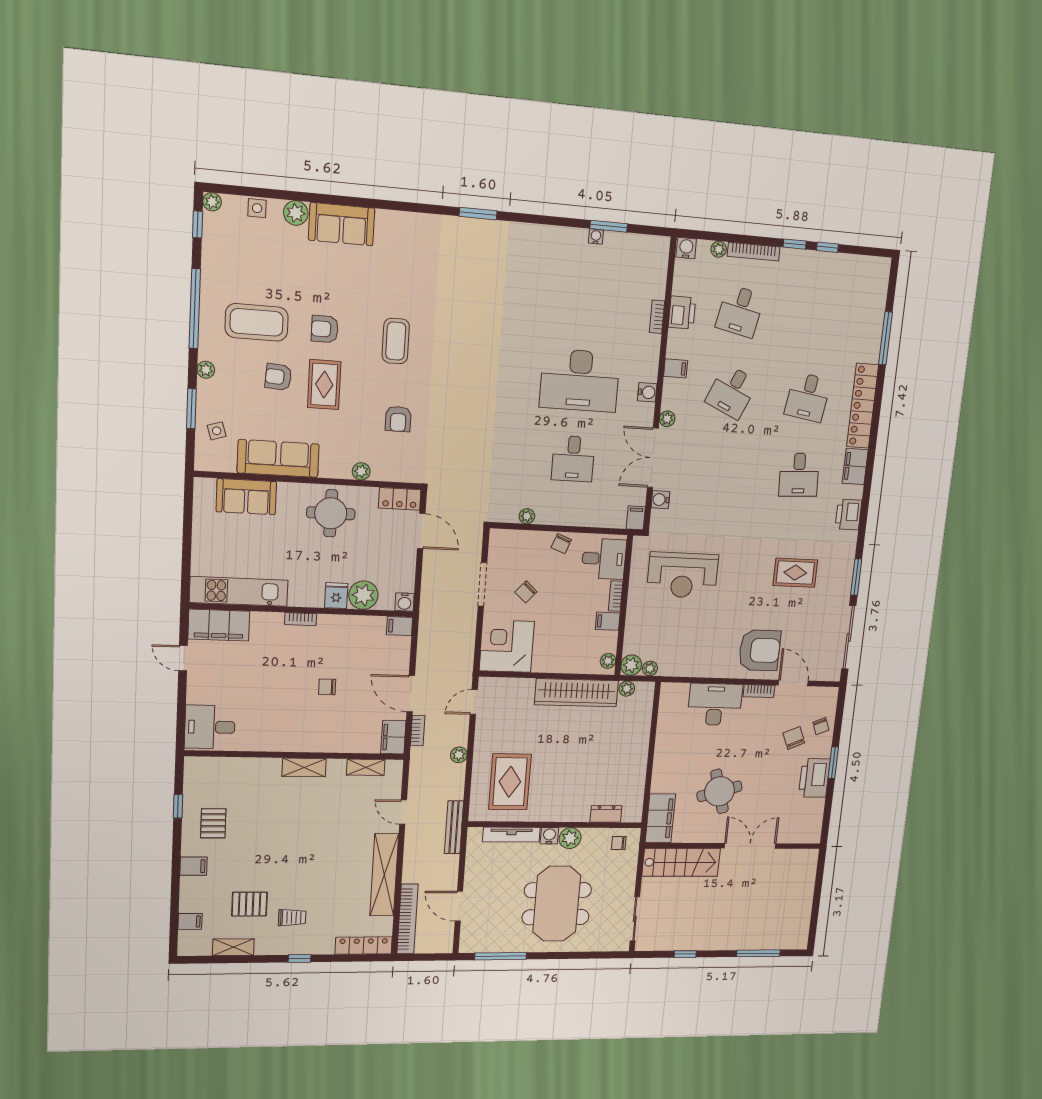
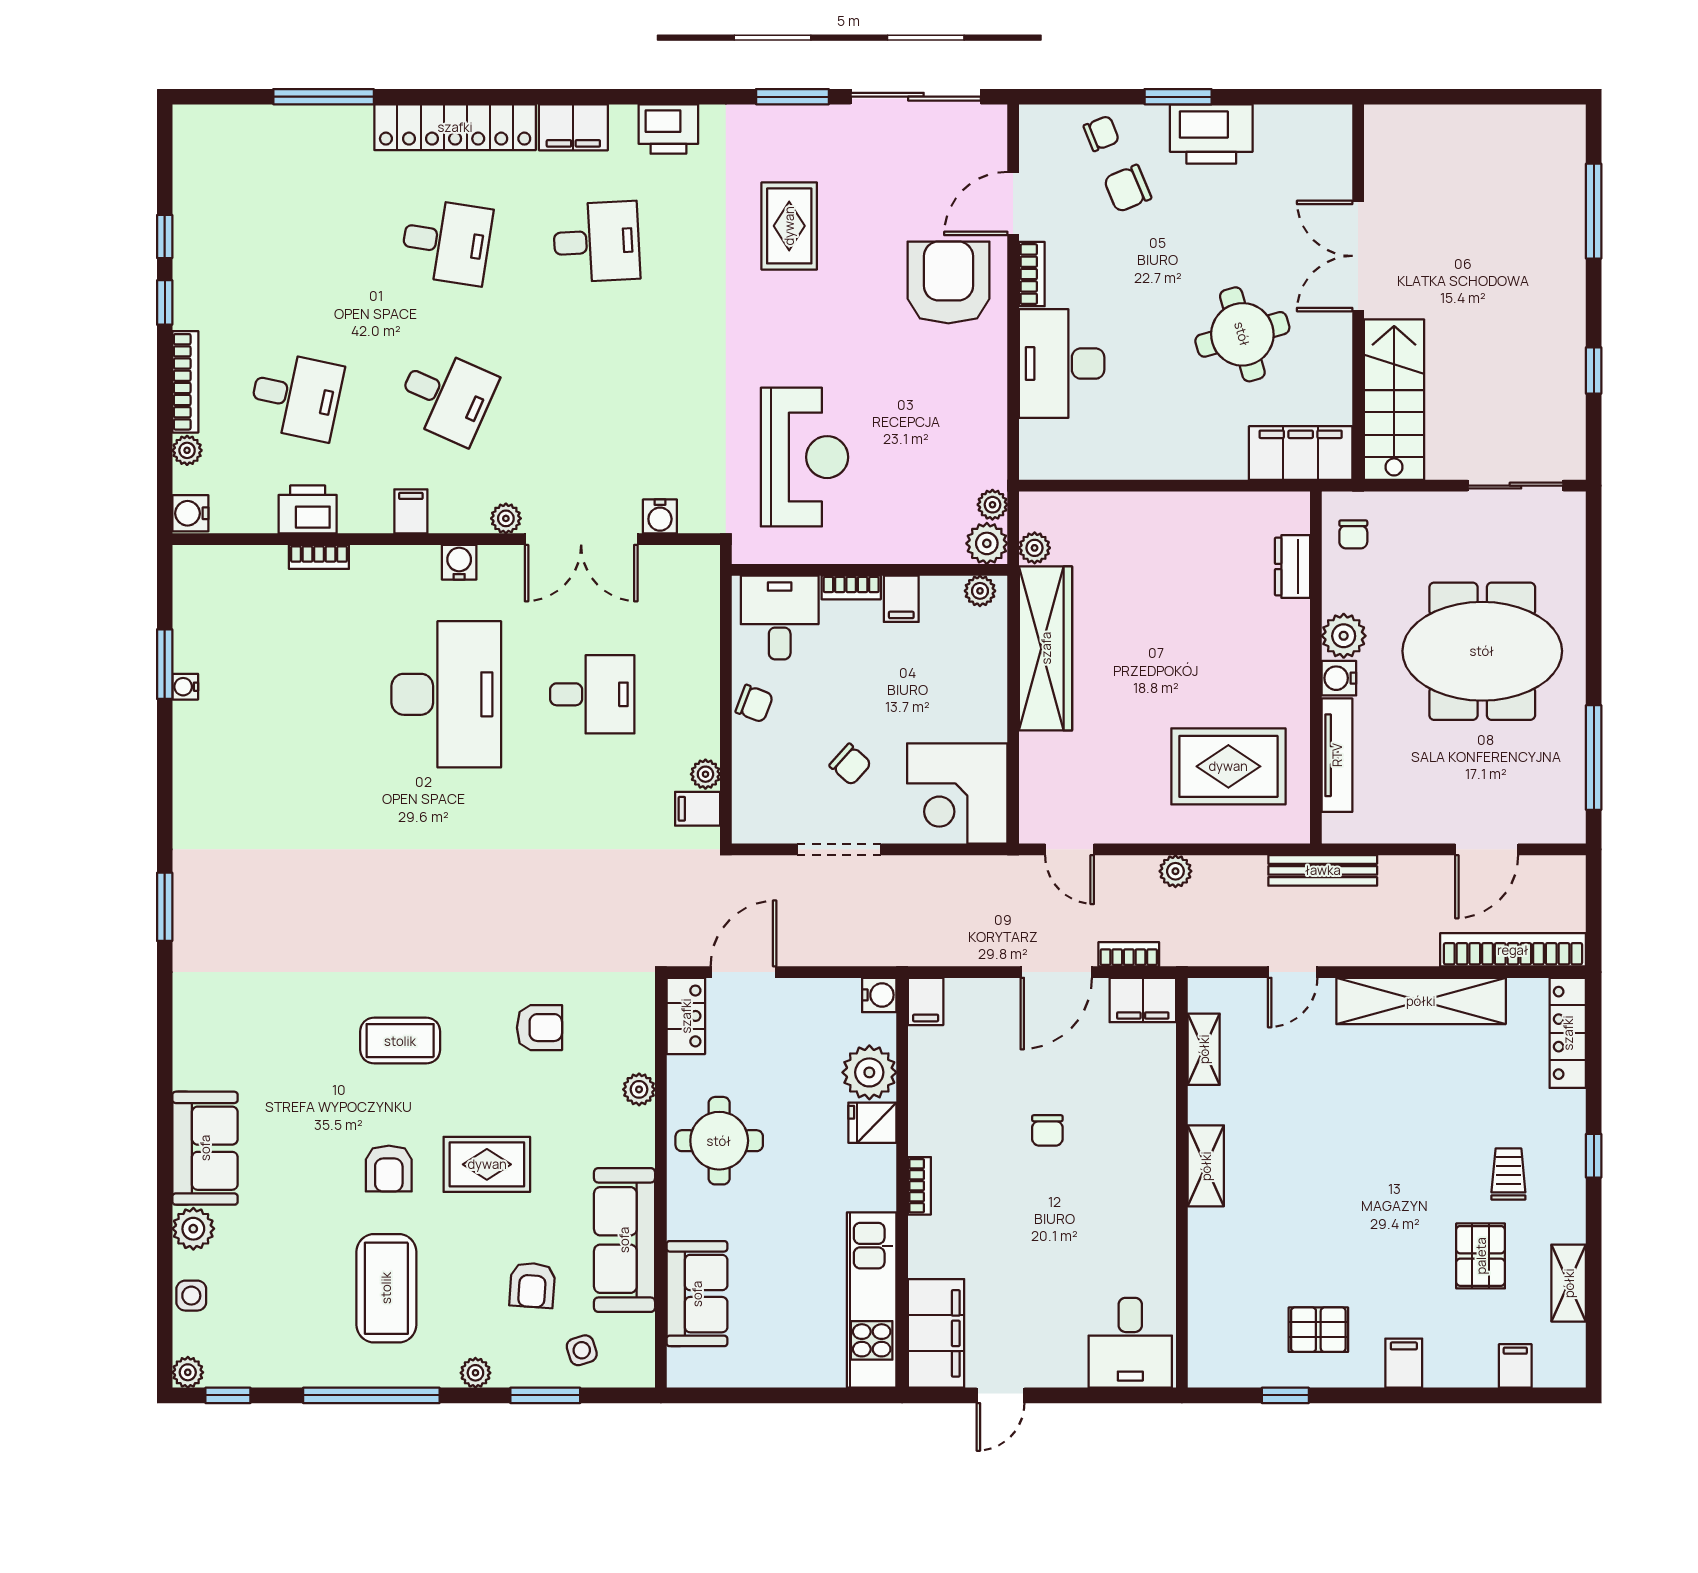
armchair: (278, 377) -> (532, 1285), moved
filing cabinet: (636, 518) -> (698, 809), moved

